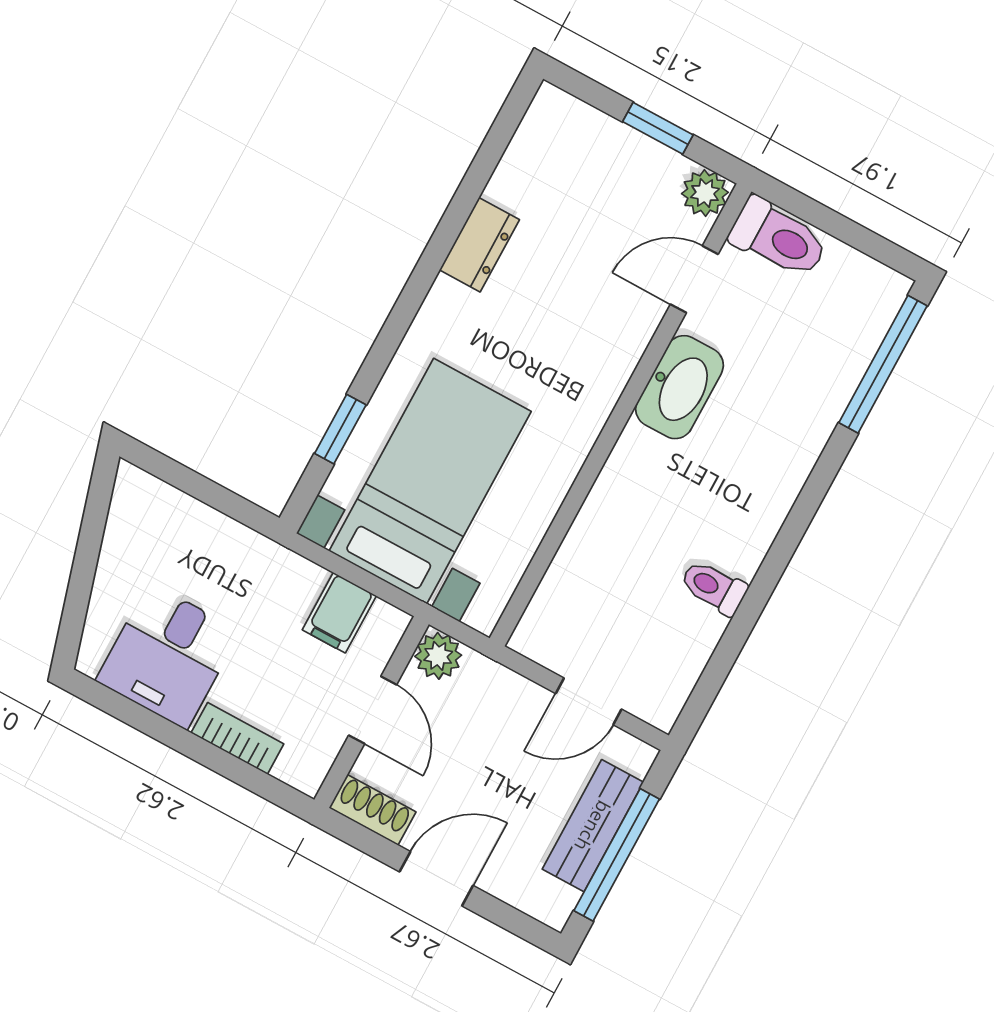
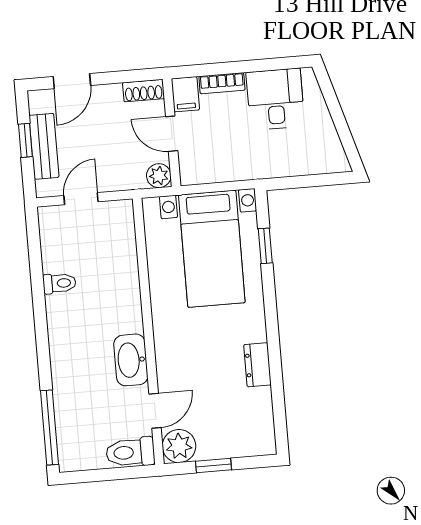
plant: (705, 193) -> (179, 446), width x1.38, depth x1.38
filing cabinet: (339, 613) -> (185, 94), moved, turned 180
window: (617, 855) -> (25, 140), width x0.46
door: (436, 879) -> (72, 81), moved

